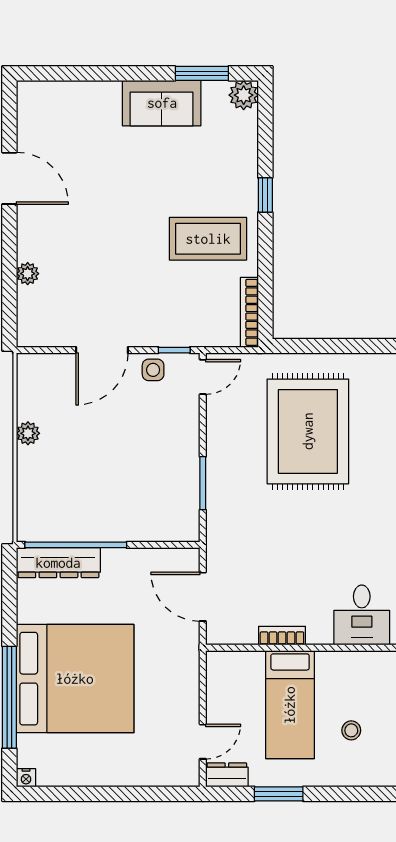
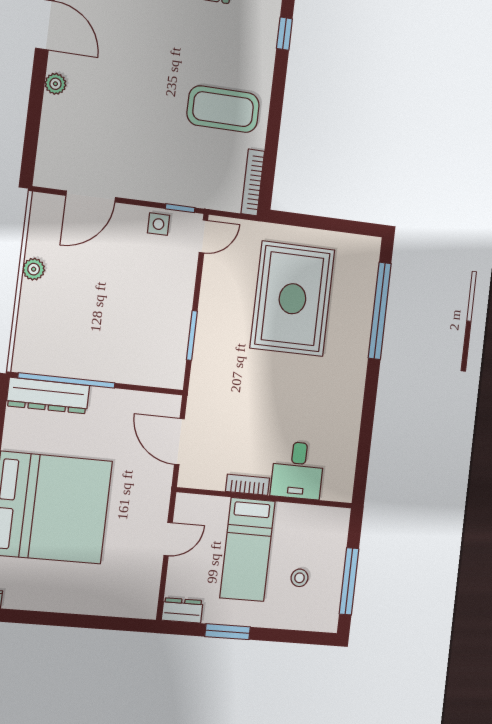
window: (265, 195) -> (284, 34), moved
plant: (28, 274) -> (55, 84), moved
door: (102, 350) -> (91, 196), moved
desk: (362, 615) -> (298, 470), moved
door: (203, 742) -> (168, 539), moved

